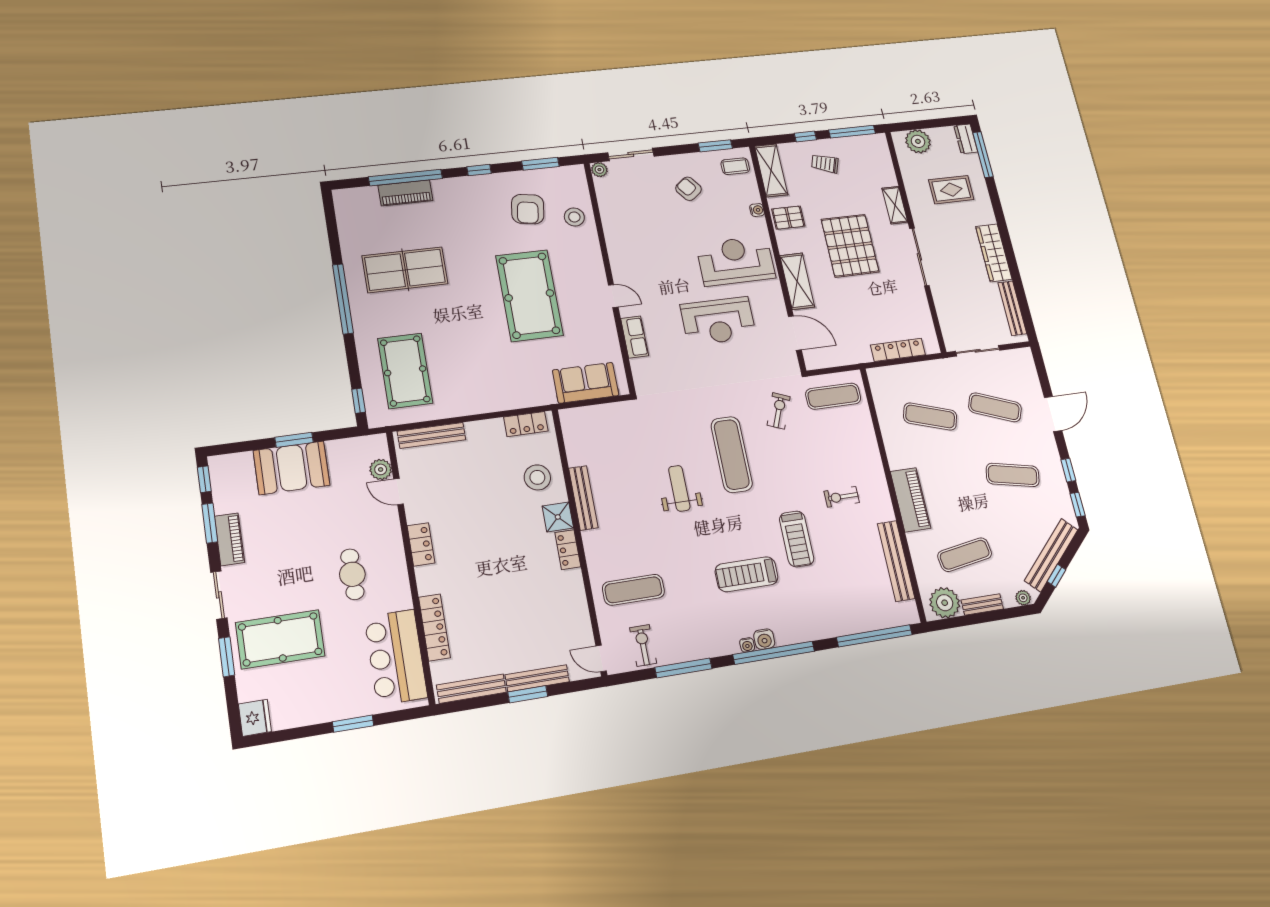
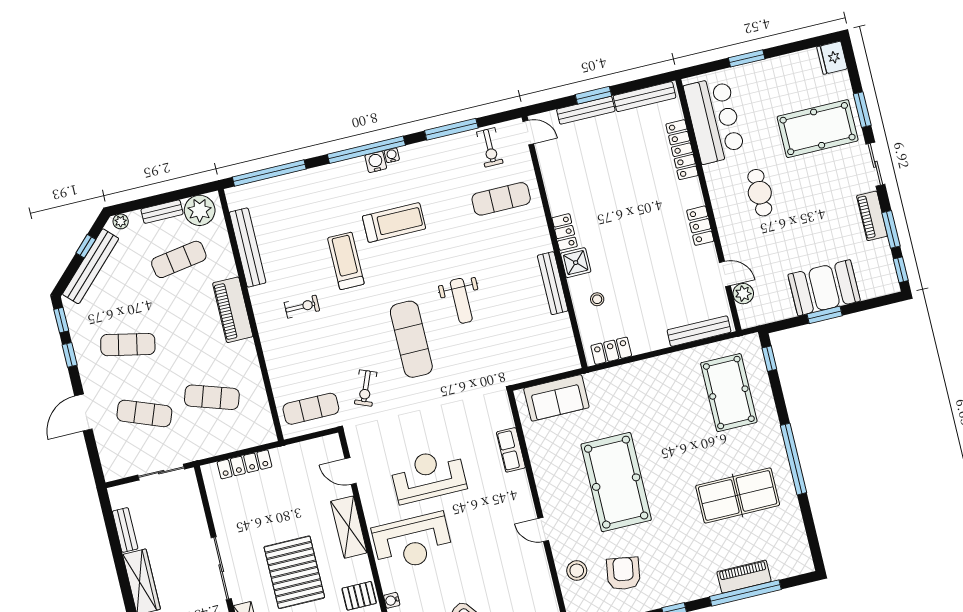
door: (613, 296) -> (543, 530), moved
bench: (1012, 308) -> (125, 530), width x0.73
door: (795, 333) -> (351, 471), width x0.73
stool: (537, 477) -> (597, 299), width x0.53, depth x0.53

